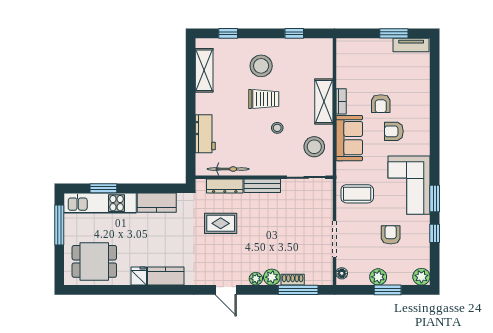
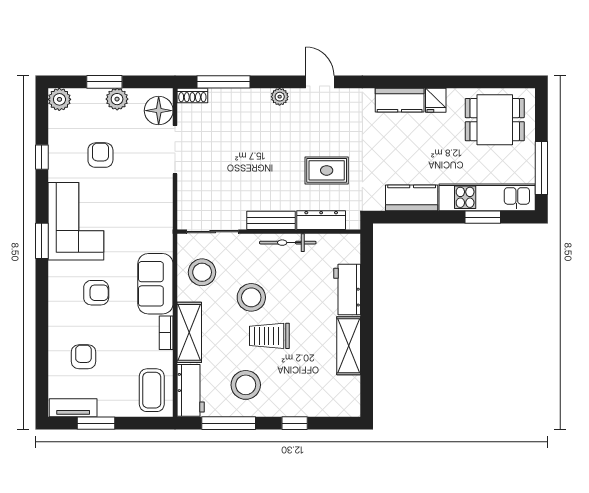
window: (228, 33) -> (295, 423), moved
window: (294, 33) -> (229, 423), width x2.17
workbench: (323, 58) -> (191, 390), added
stool: (261, 66) -> (246, 385), moved
shelving: (204, 70) -> (349, 346), moved
armchair: (381, 104) -> (83, 357), moved
stool: (277, 128) -> (251, 297), width x1.89, depth x1.89
bicycle: (228, 169) -> (288, 243), moved
coffee table: (357, 194) -> (152, 390), moved, turned 90
window: (435, 198) -> (42, 241), moved
armchair: (391, 235) -> (100, 155), turned 180
floor lamp: (342, 273) -> (159, 111), width x1.89, depth x1.89
plant: (272, 277) -> (259, 99), removed
shoe rack: (293, 280) -> (192, 95), moved

